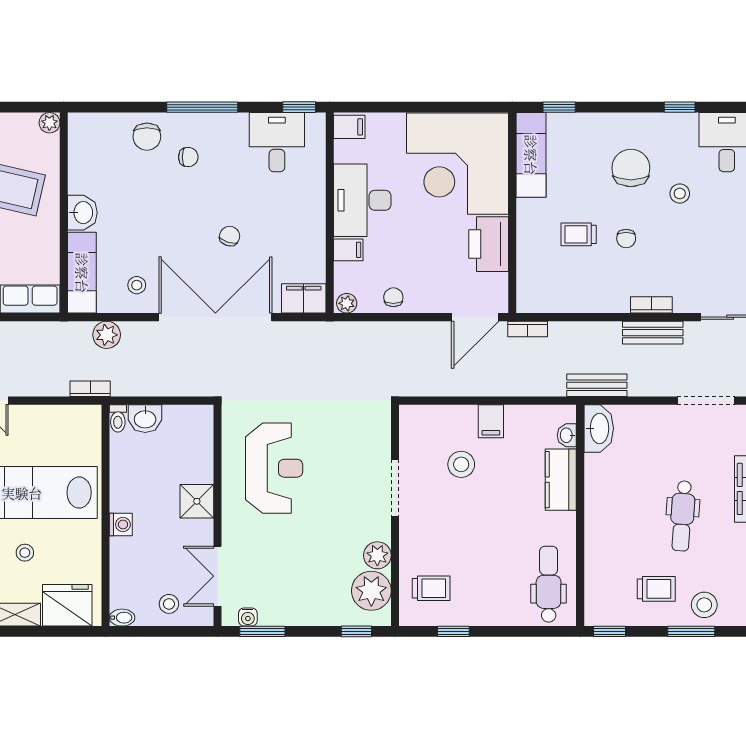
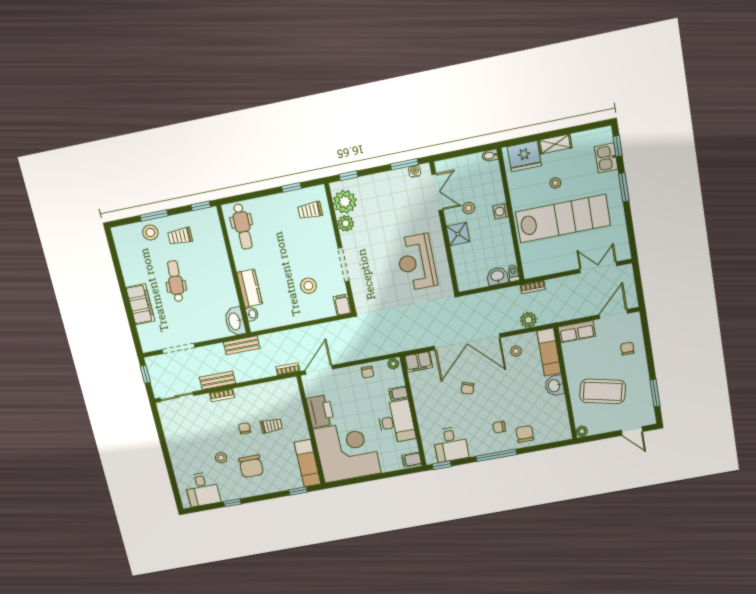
filing cabinet: (491, 421) -> (342, 305), moved
stool: (169, 604) -> (469, 208), moved

